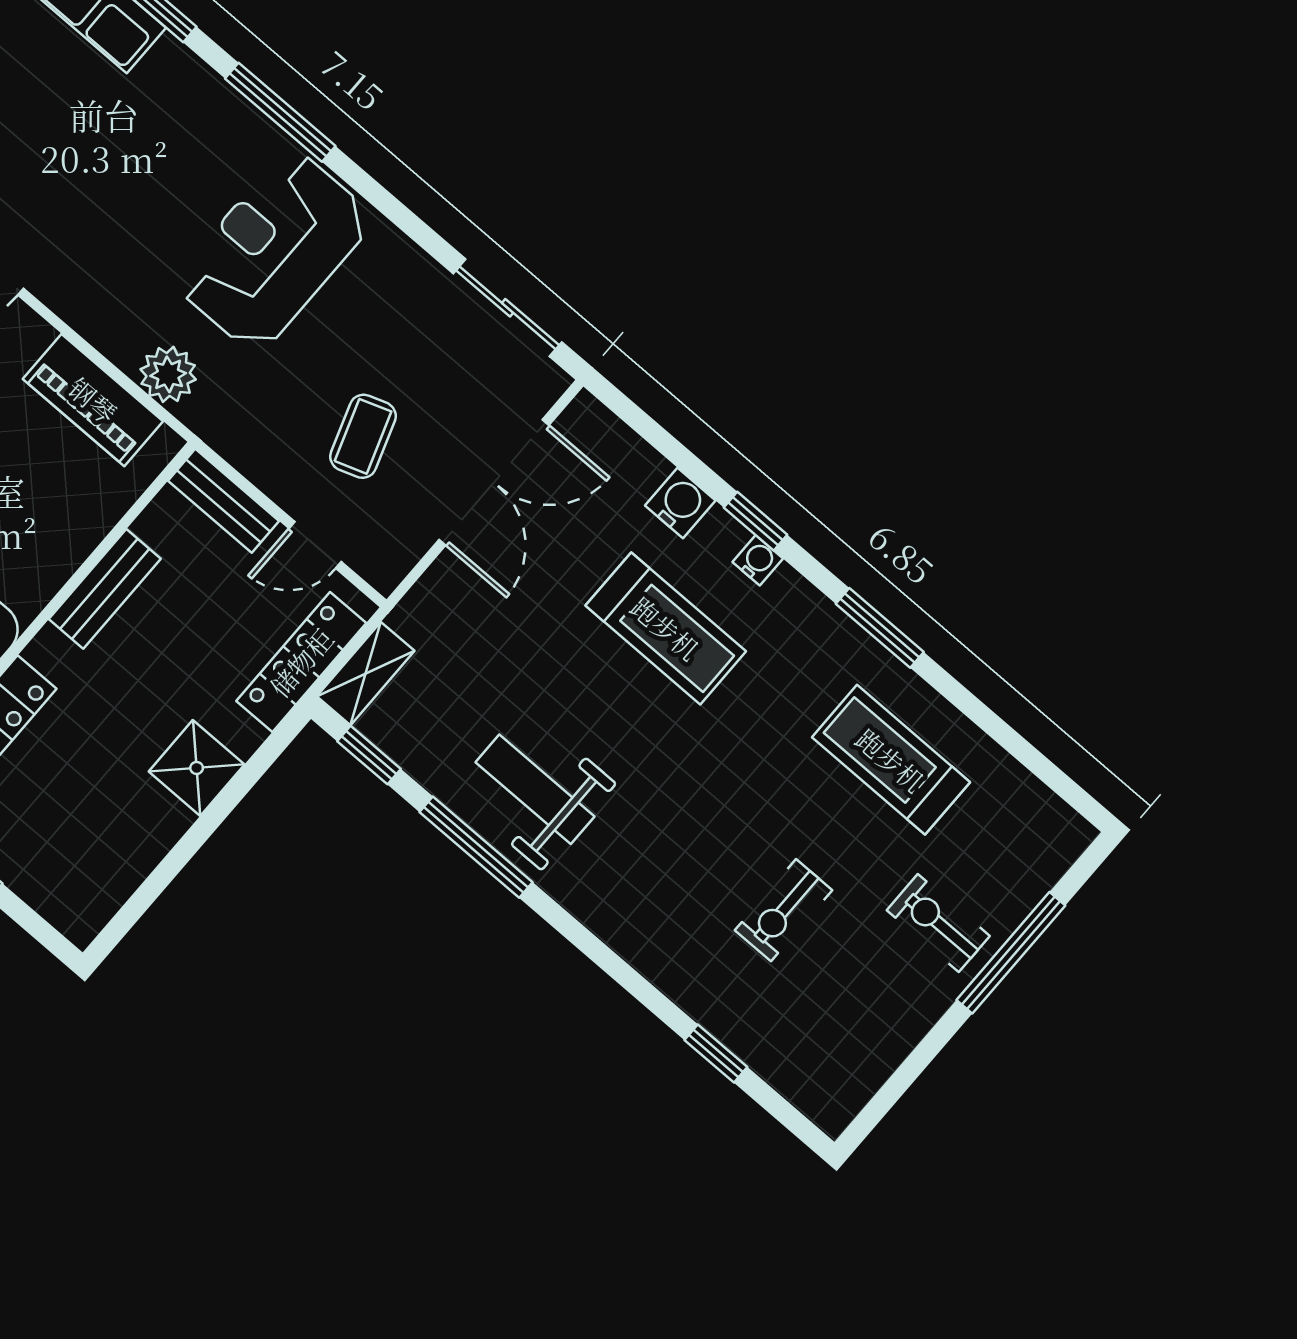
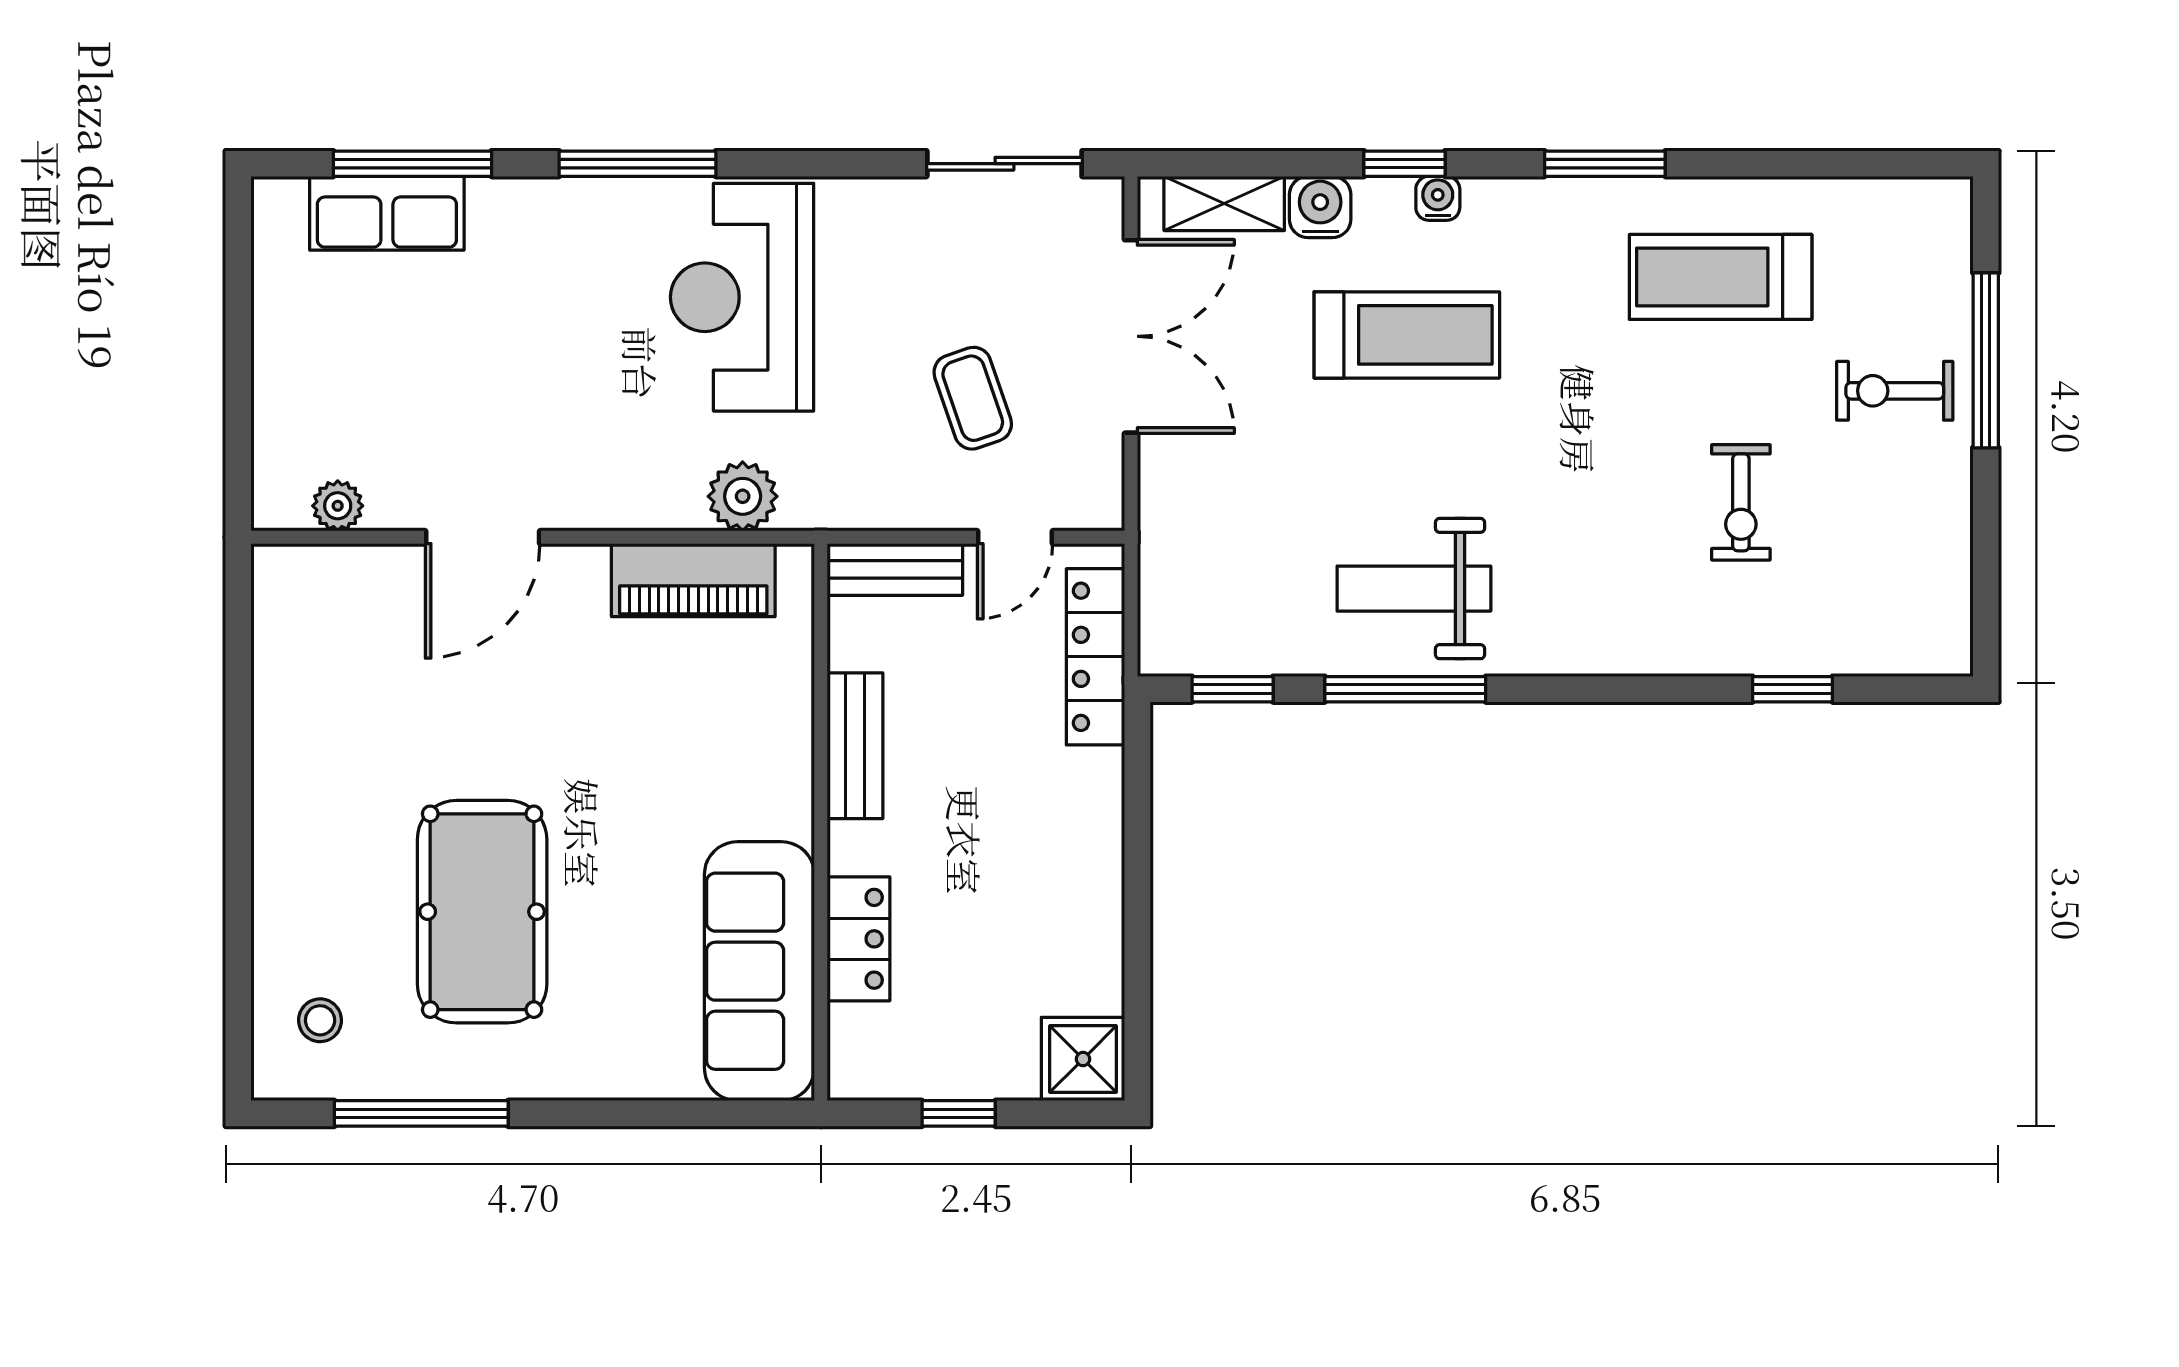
shelving: (366, 674) -> (1224, 203), moved, turned 90
shower: (197, 768) -> (1083, 1059), moved

